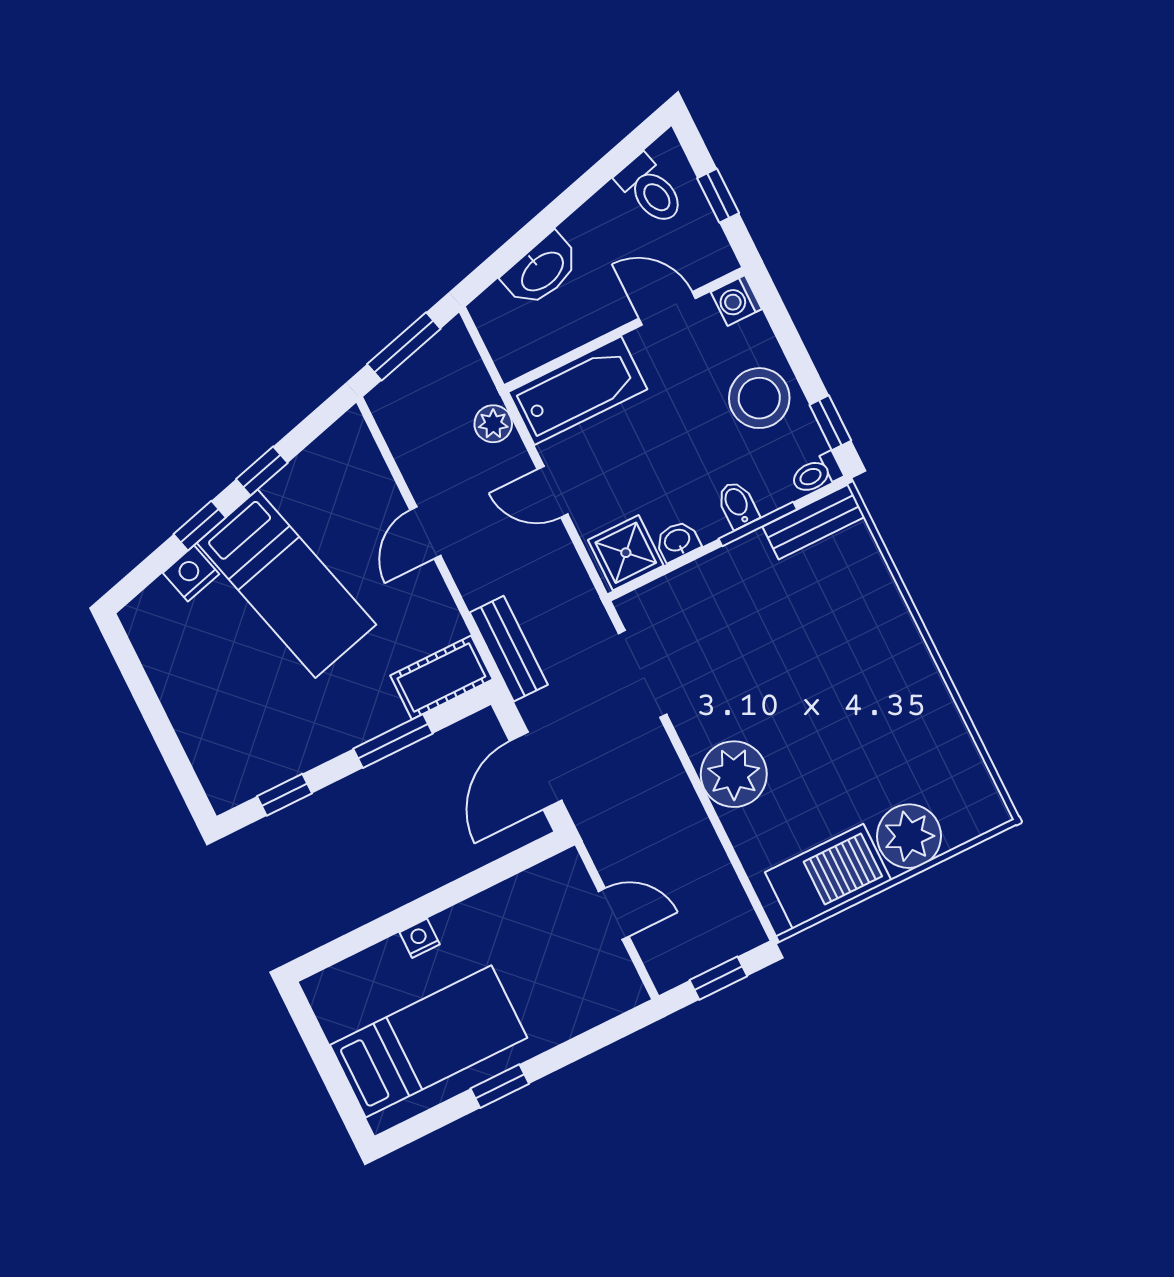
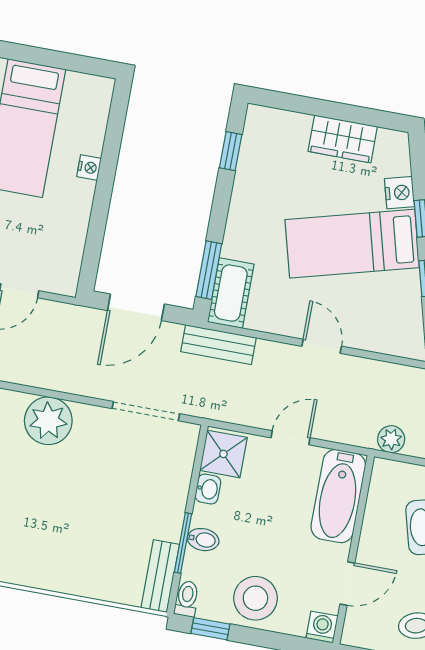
plant: (493, 424) -> (391, 439), moved
wardrobe: (178, 681) -> (343, 139), added
window: (393, 741) -> (209, 270), moved
door: (536, 771) -> (136, 307), swing flipped

